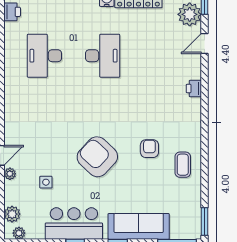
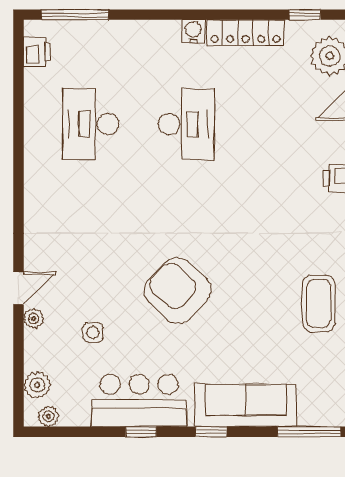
armchair: (149, 149) -> (264, 277), removed
coffee table: (183, 165) -> (319, 304), width x1.36, depth x1.30

